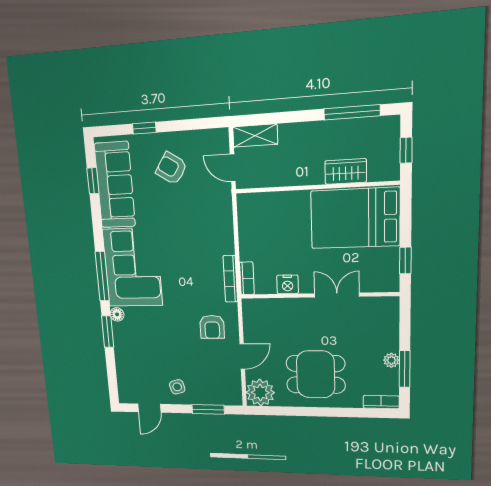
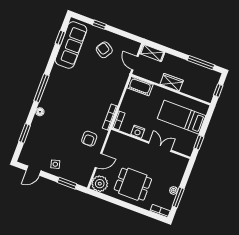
wardrobe: (346, 171) -> (172, 82), moved
cot: (258, 204) -> (140, 86), added
bed: (355, 218) -> (182, 117), width x0.67
corner sofa: (132, 267) -> (61, 90), removed
window: (108, 332) -> (25, 133), moved

